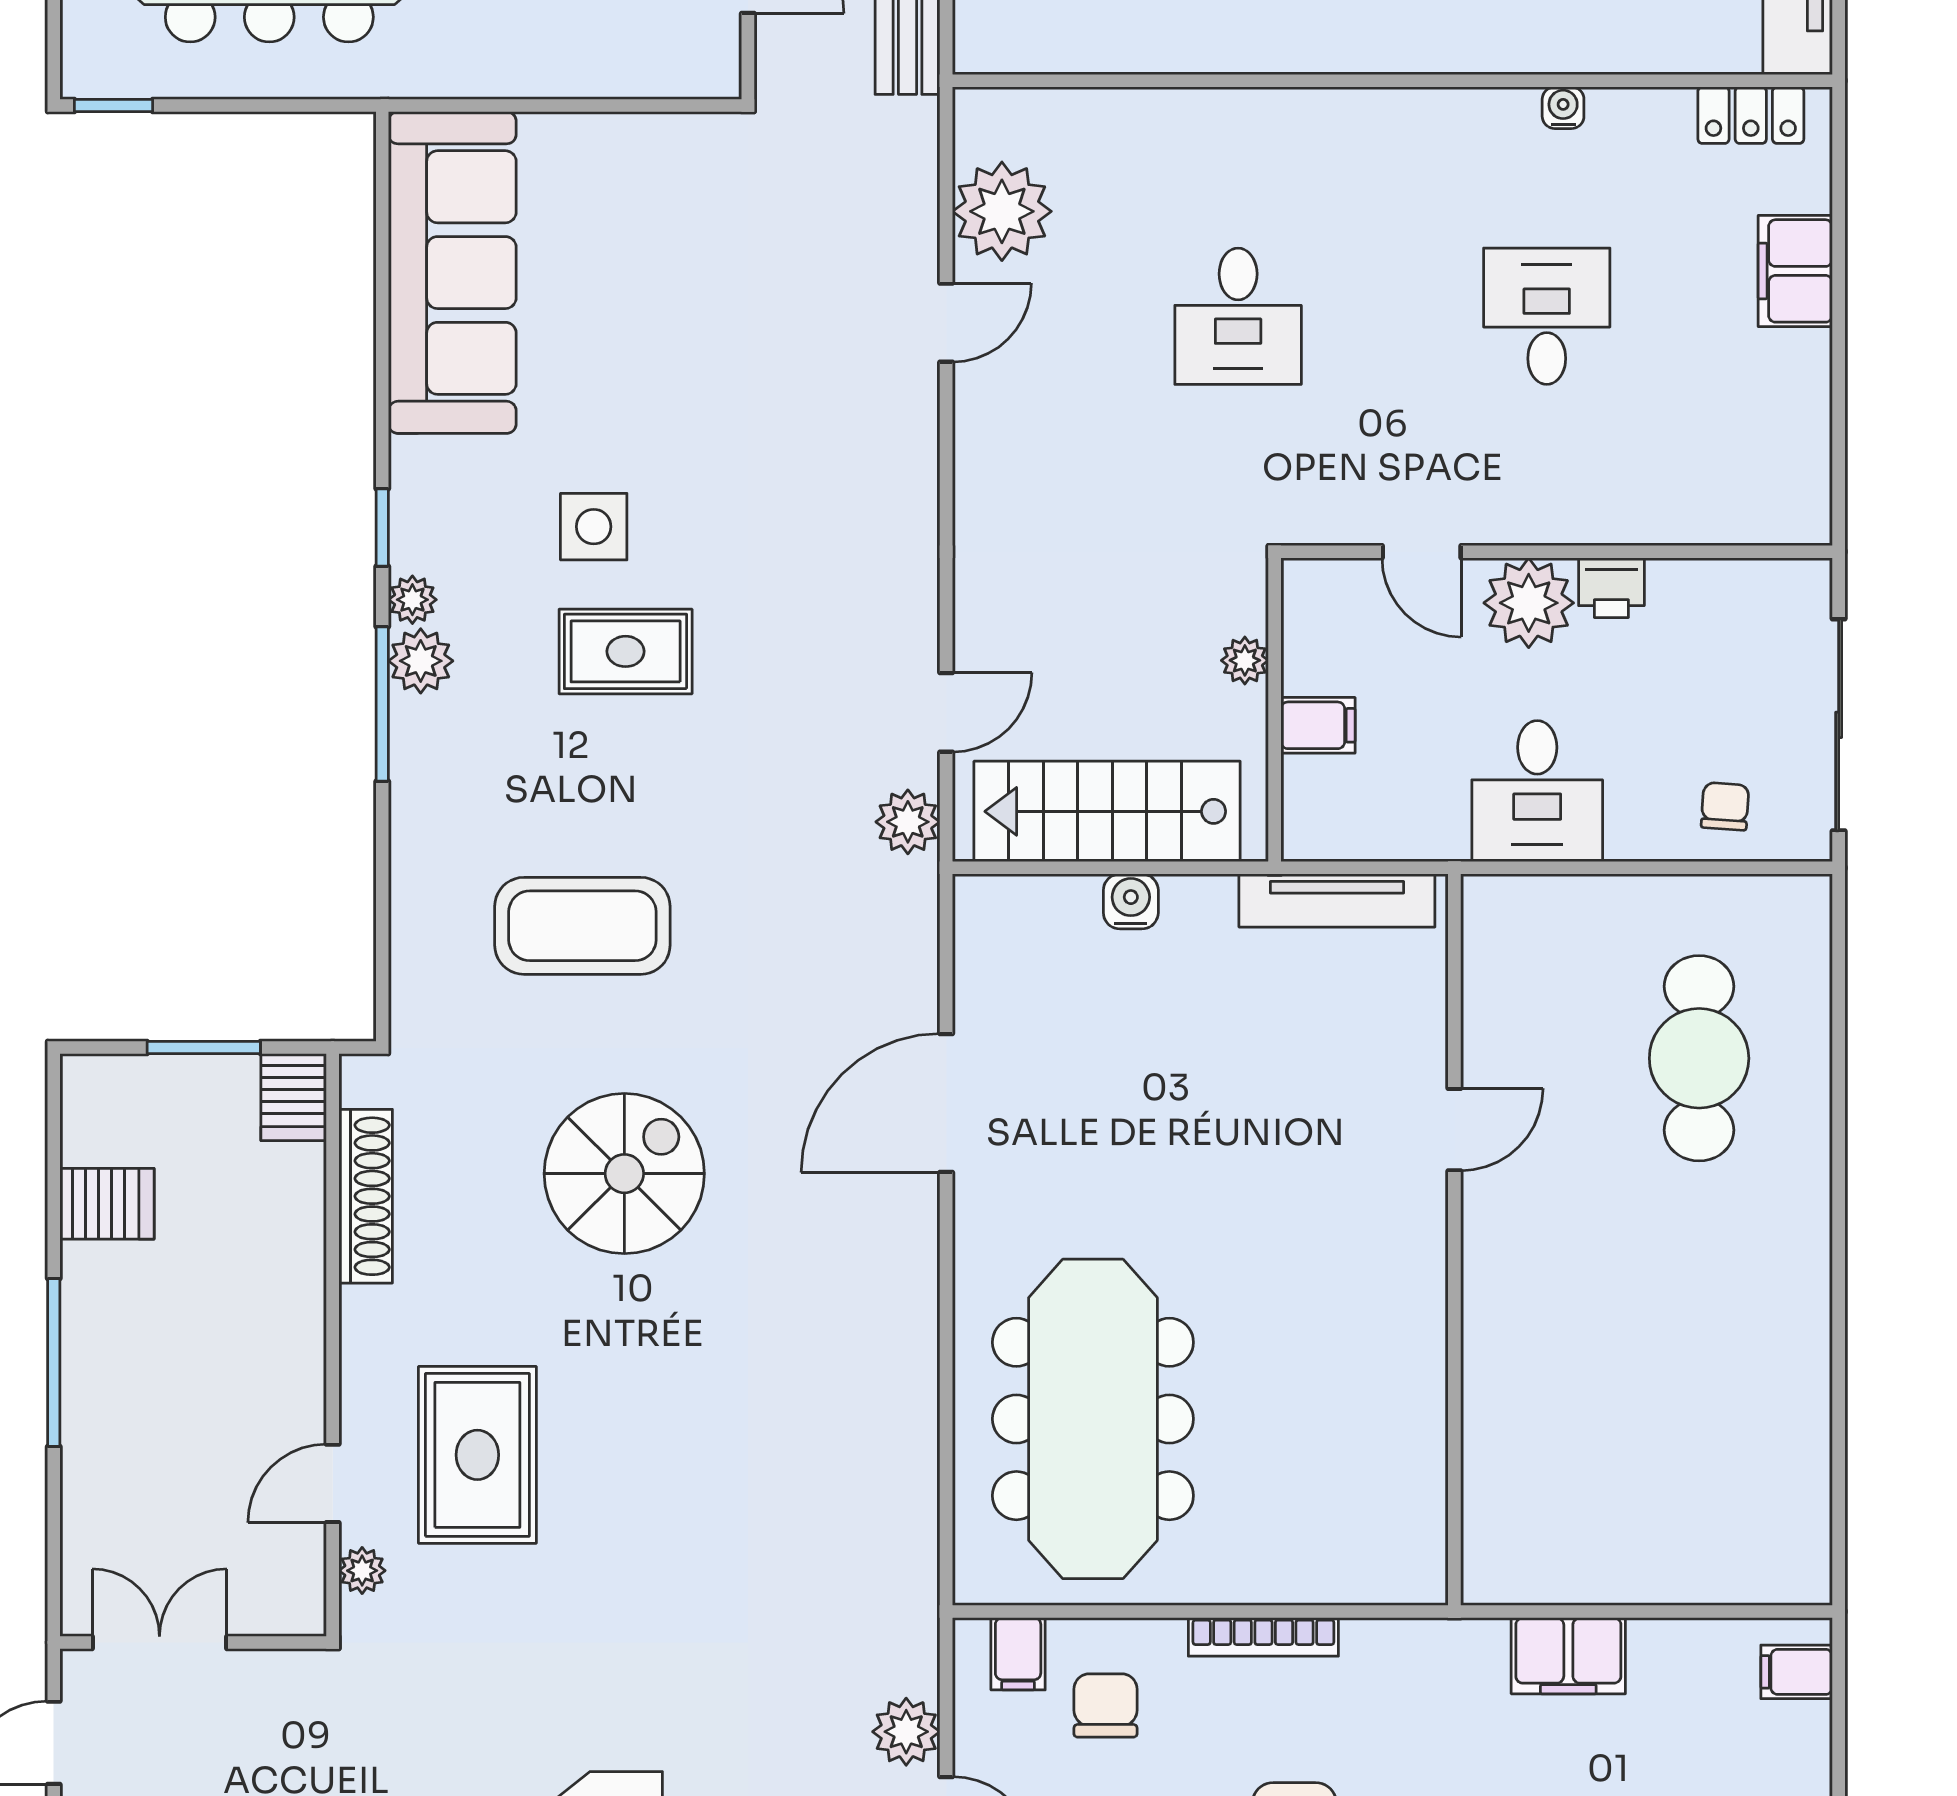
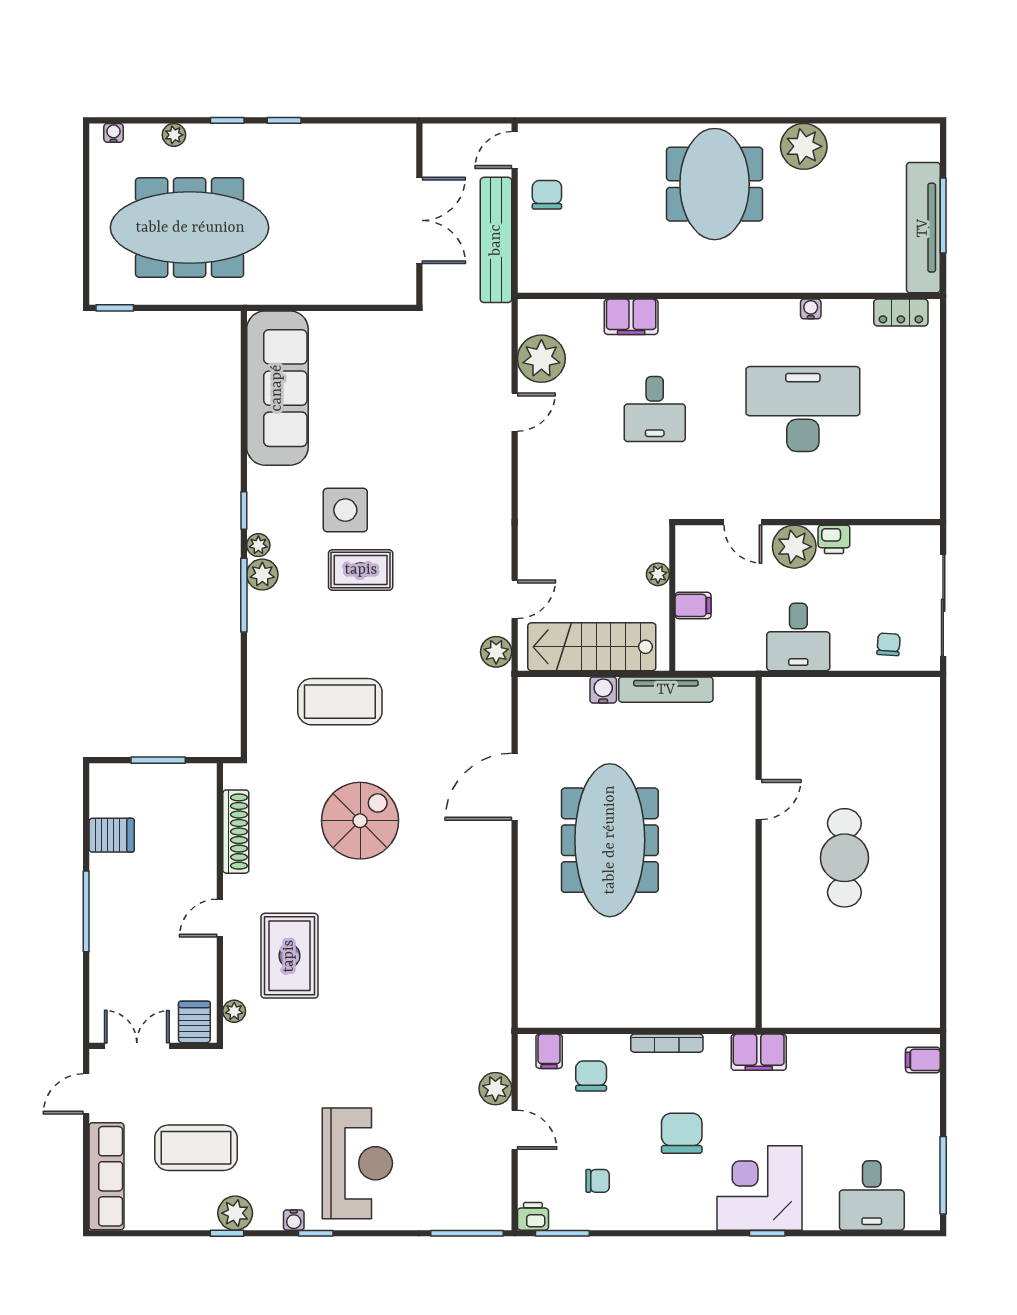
filing cabinet: (1795, 271) -> (631, 317), moved, turned -90
desk: (1547, 316) -> (803, 409), width x1.87, depth x1.30
side table: (594, 527) -> (345, 510), width x1.37, depth x1.37
tv unit: (1337, 901) -> (666, 690), moved
cafe table: (1699, 1058) -> (844, 858), moved
server rack: (294, 1097) -> (194, 1022), moved, turned 180
meeting table: (1093, 1419) -> (610, 840), moved
door: (333, 1483) -> (220, 918), moved
filing cabinet: (1568, 1656) -> (759, 1052), moved

